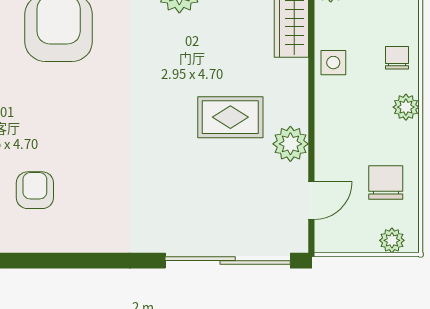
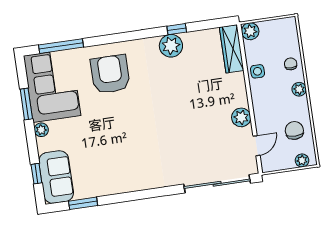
rug: (230, 117) -> (207, 108), removed
armchair: (35, 190) -> (110, 161), removed

